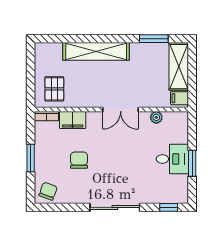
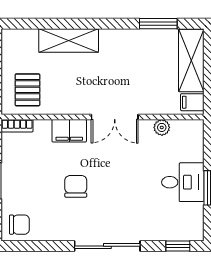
shelving: (96, 51) -> (69, 40), width x0.68
filing cabinet: (73, 120) -> (69, 131), moved
chair: (79, 160) -> (76, 186), moved
chair: (48, 191) -> (19, 225), turned 70

